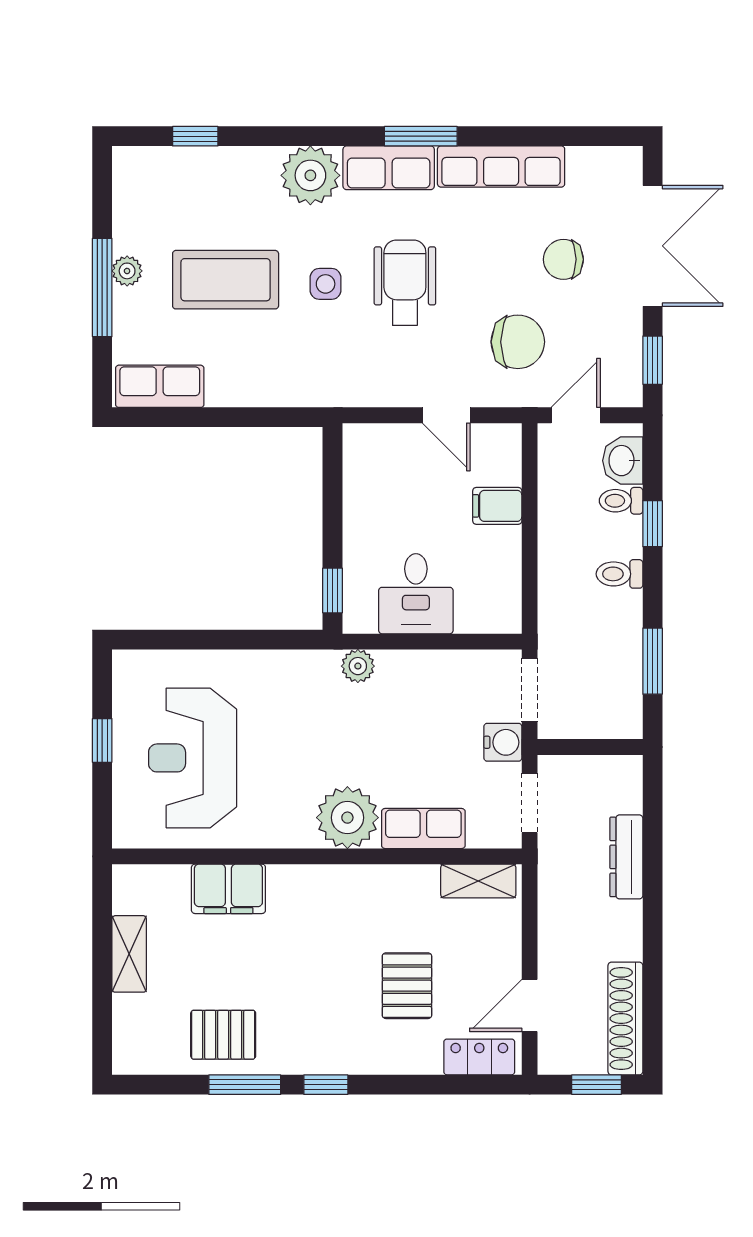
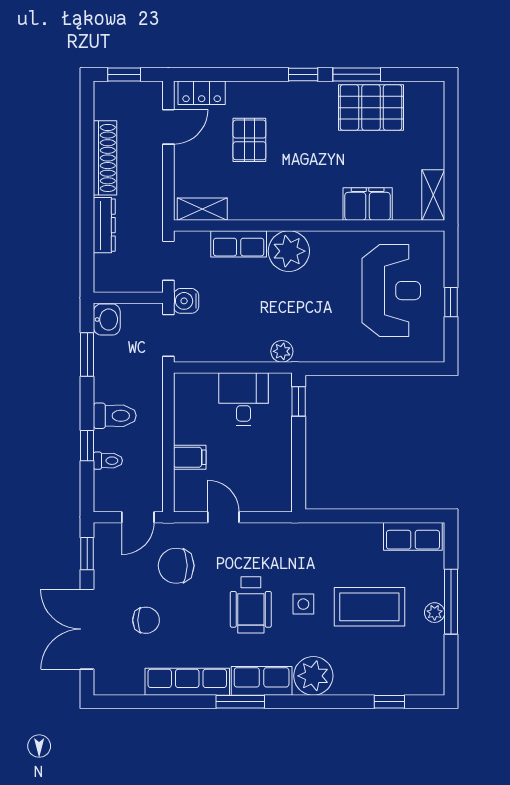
washbasin: (623, 461) -> (107, 320), moved
toilet: (620, 574) -> (115, 416), width x1.37, depth x1.39
shelving: (129, 954) -> (433, 195), moved
shoe rack: (625, 1019) -> (105, 158), moved
pallet: (223, 1035) -> (371, 108), width x1.50, depth x1.42

